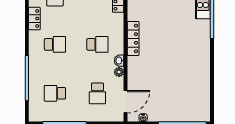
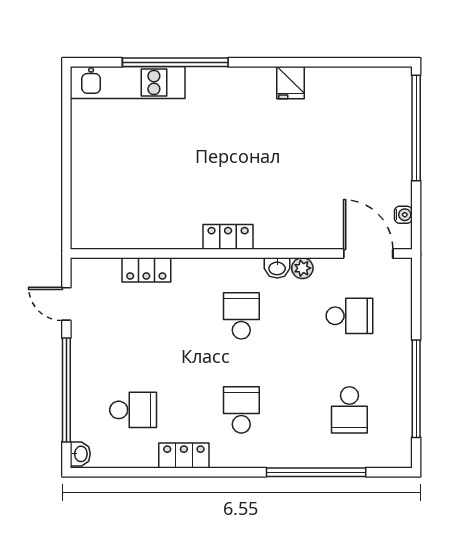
locker: (133, 38) -> (228, 237), width x0.66
fridge: (203, 67) -> (290, 83), added

